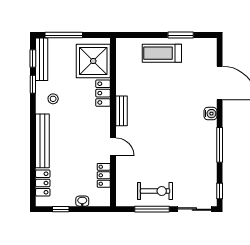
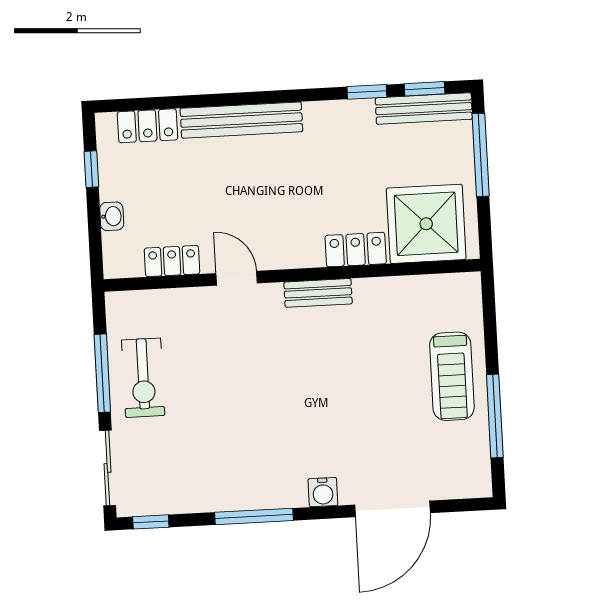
window: (181, 35) -> (495, 416), width x1.44
treadmill: (162, 53) -> (452, 376), turned 180
stool: (53, 99) -> (337, 139), removed
door: (113, 147) -> (237, 278), swing flipped

